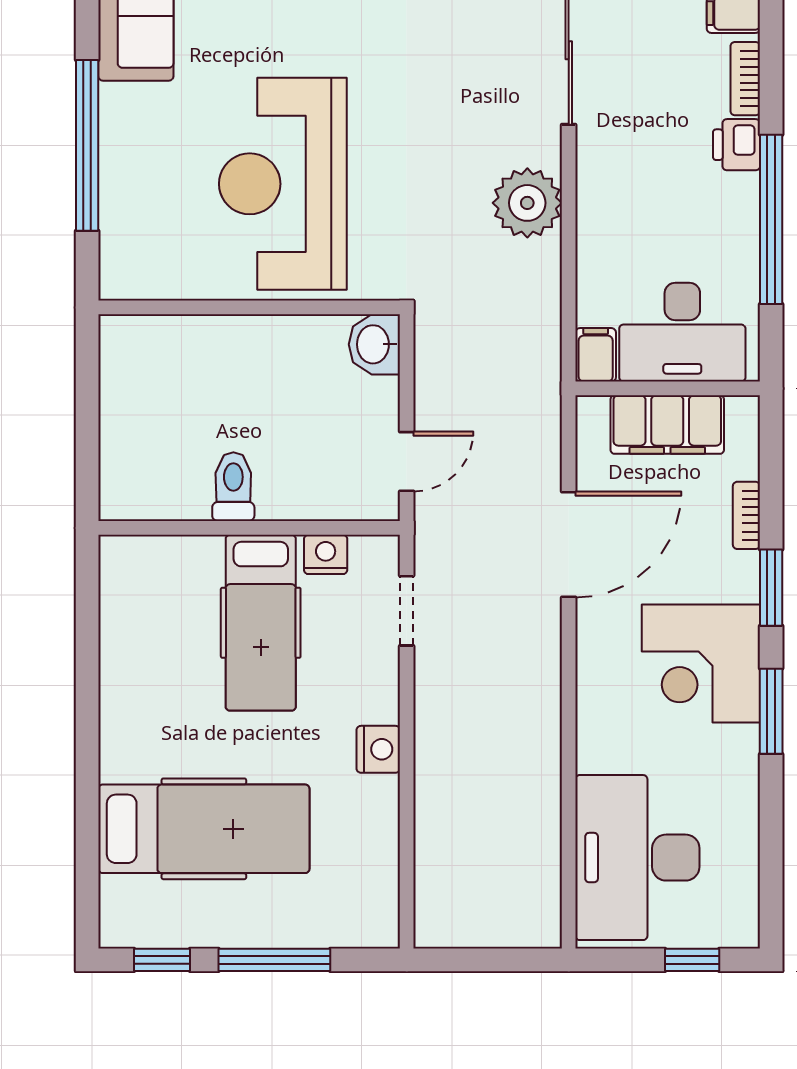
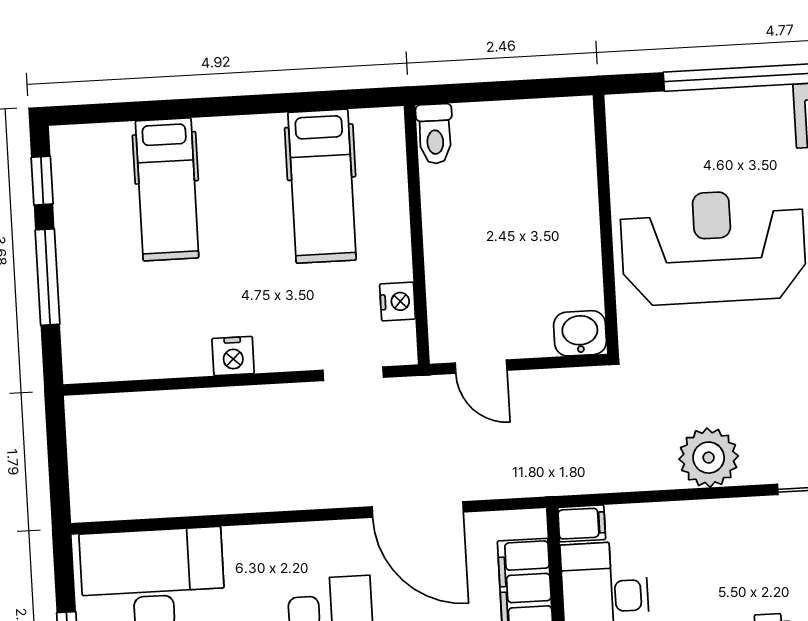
toilet: (233, 487) -> (435, 134), moved, turned 90
hospital bed: (261, 623) -> (322, 186), moved, turned -90
hospital bed: (204, 829) -> (167, 189), width x0.73, depth x0.78

